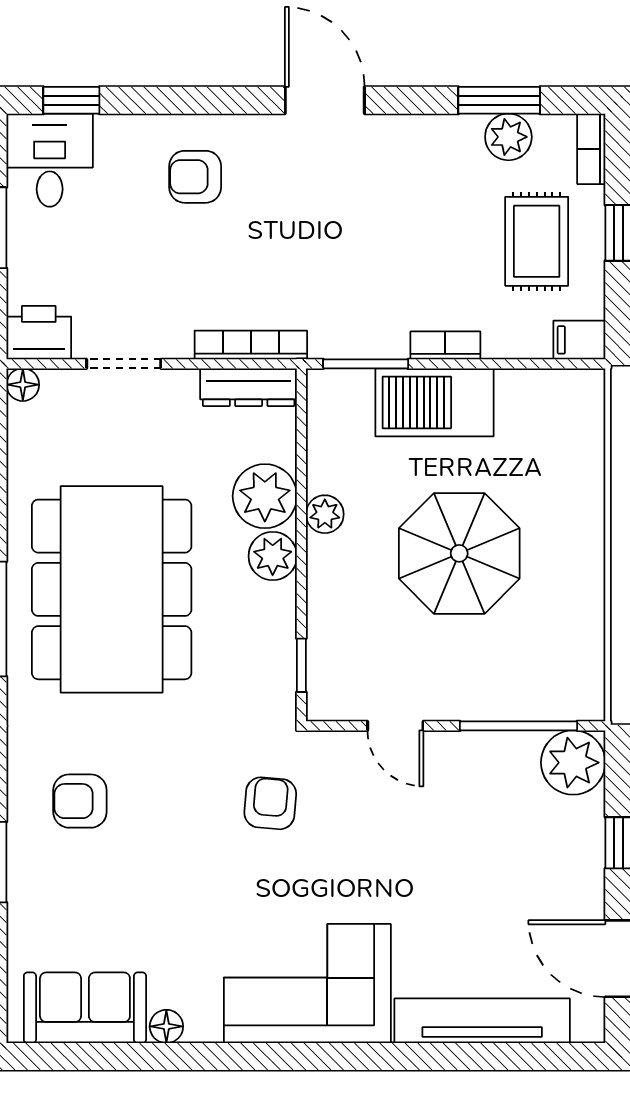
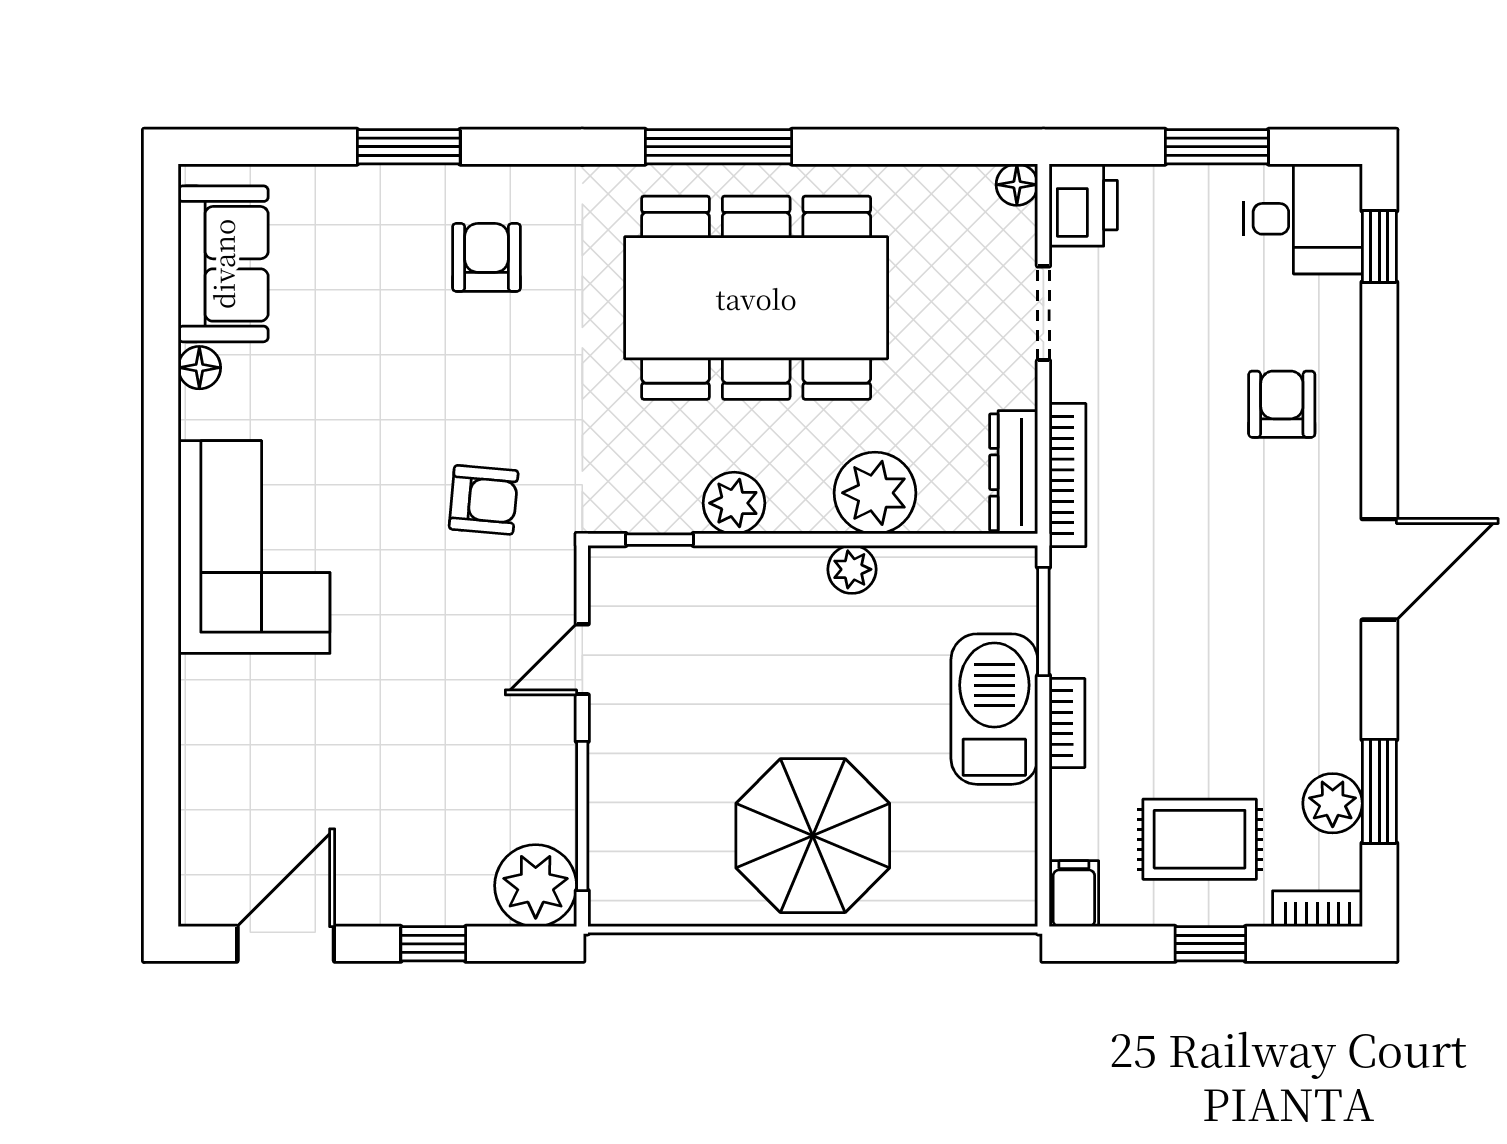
parasol: (459, 553) -> (813, 836), moved
plant: (273, 556) -> (734, 503), moved
tv unit: (482, 1021) -> (207, 770), removed

